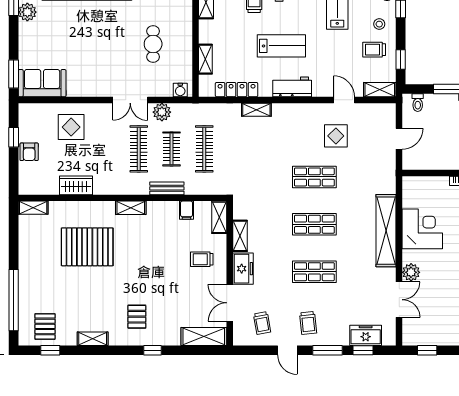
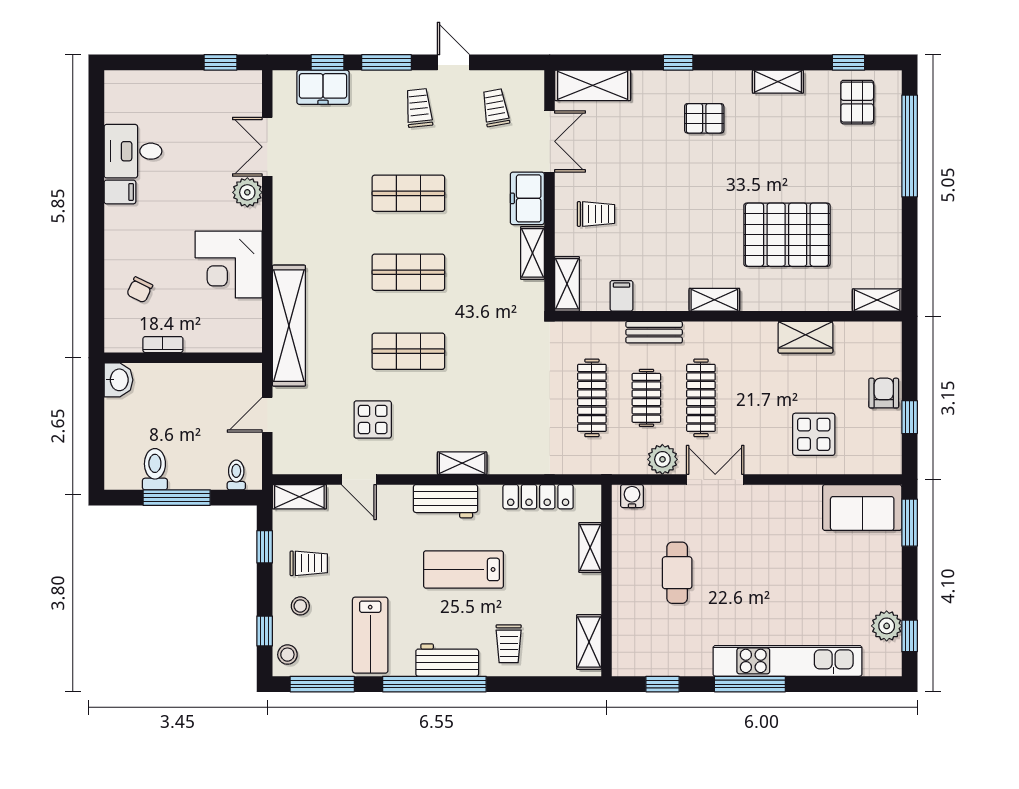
shelving: (256, 110) -> (462, 463), moved
shelving: (386, 231) -> (289, 326), moved
pallet: (137, 317) -> (704, 118), turned 90

